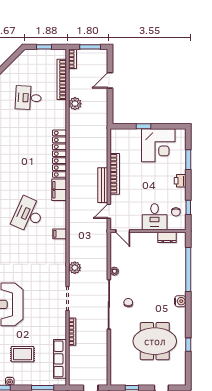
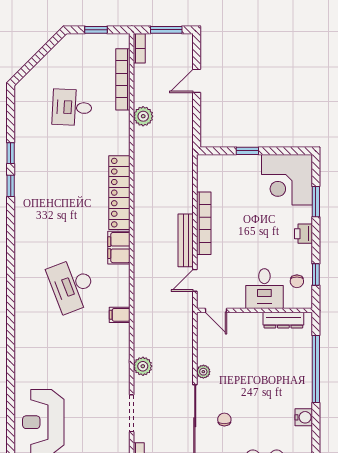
corner desk: (158, 145) -> (287, 180), moved, turned 90
desk: (28, 215) -> (72, 285), turned -45
dresser: (167, 237) -> (283, 320), width x1.44

